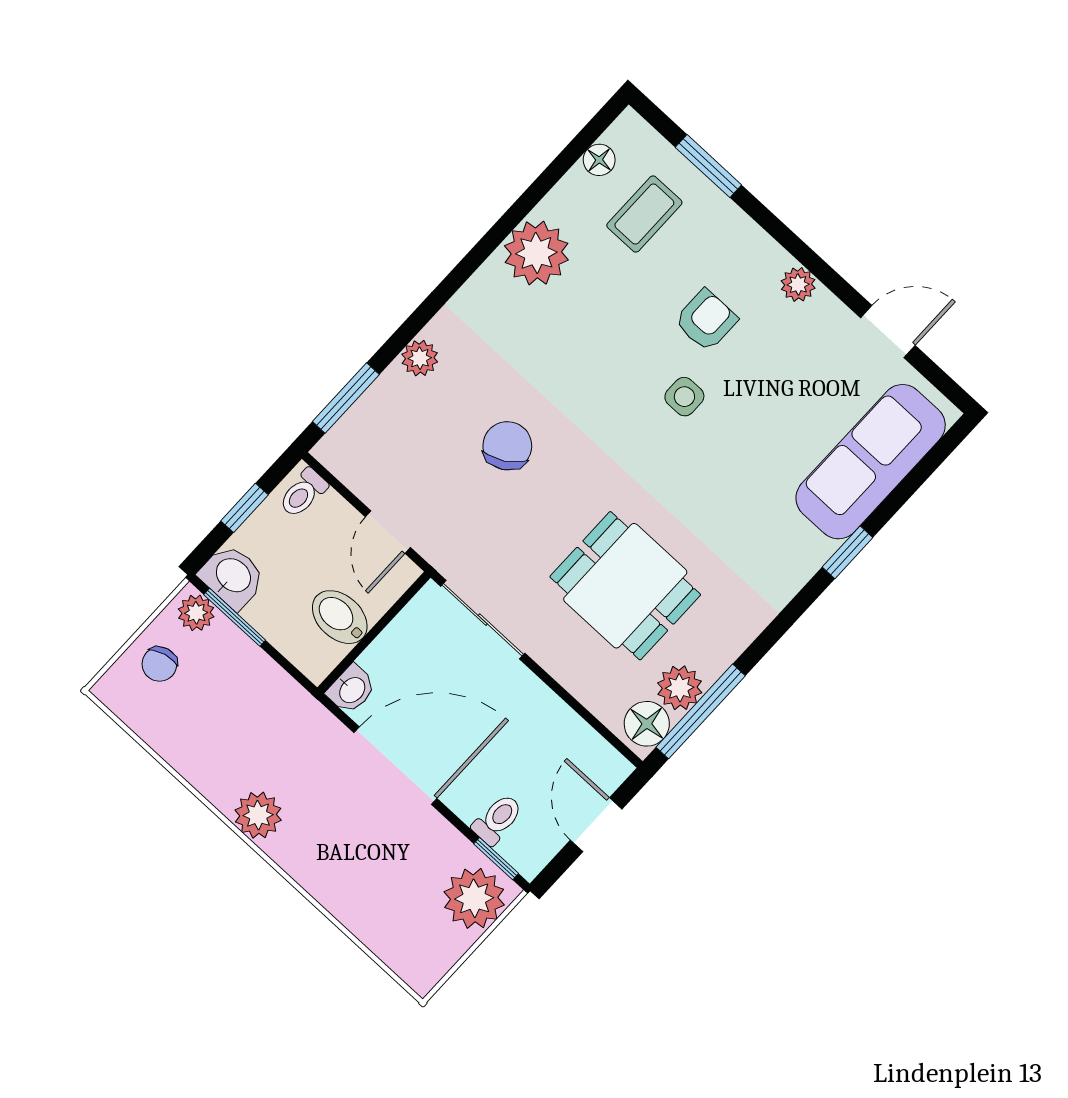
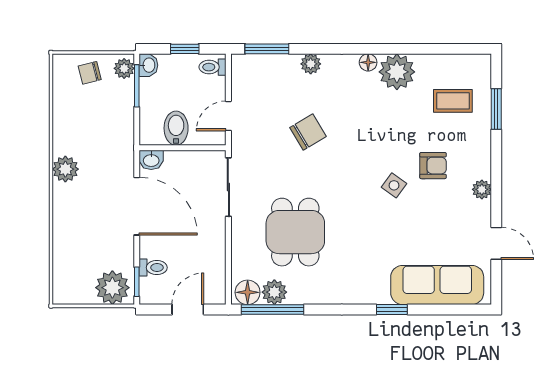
floor lamp: (599, 160) -> (368, 62), moved
side table: (684, 397) -> (394, 185), turned 36
washbasin: (232, 576) -> (148, 65), width x0.72, depth x0.69

